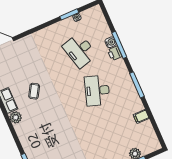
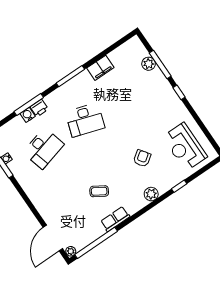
filing cabinet: (141, 116) -> (100, 68), width x2.00
plant: (16, 117) -> (151, 194), moved
armchair: (55, 133) -> (142, 158), added

